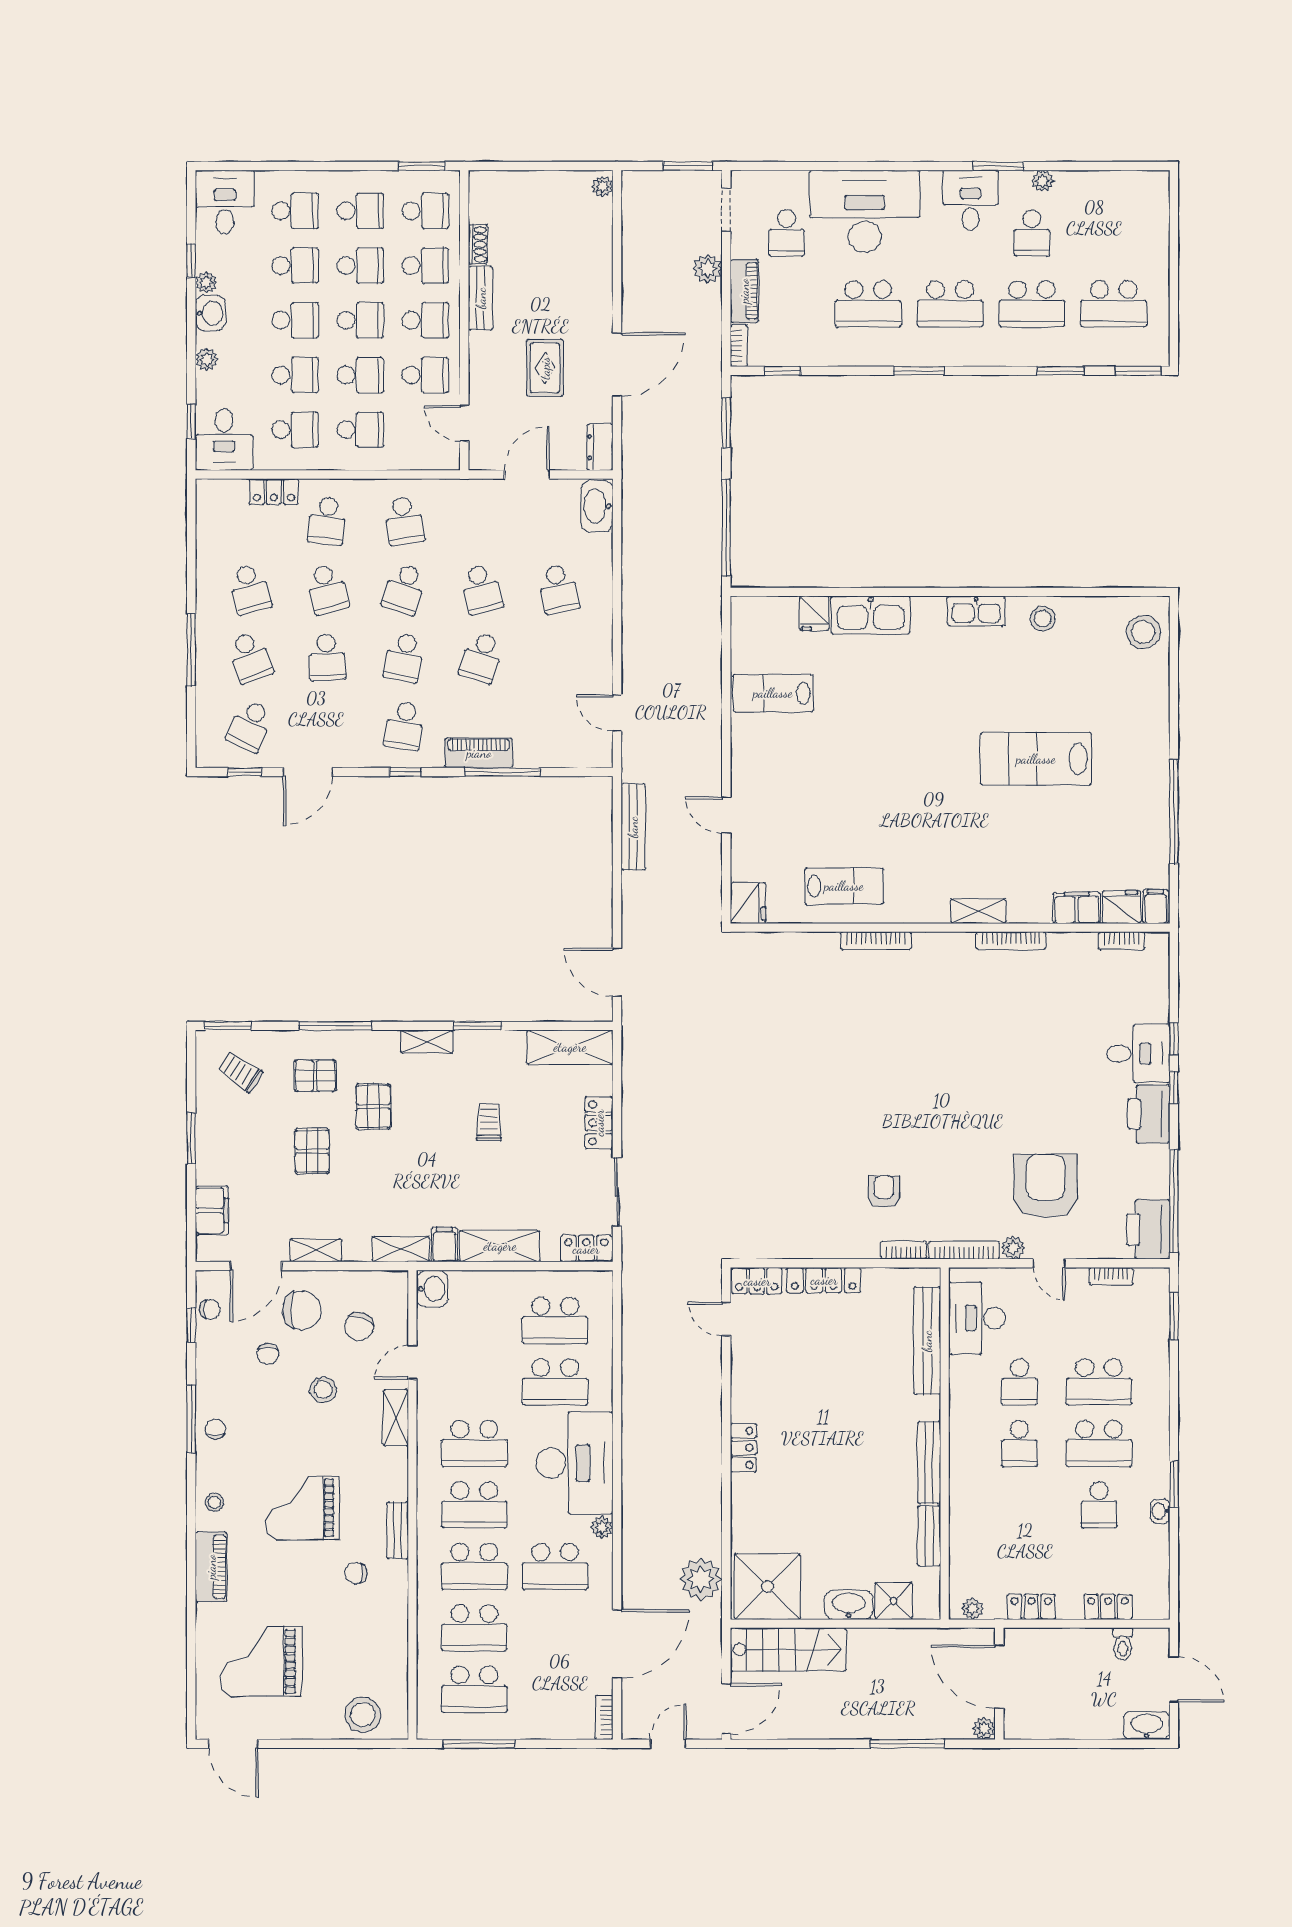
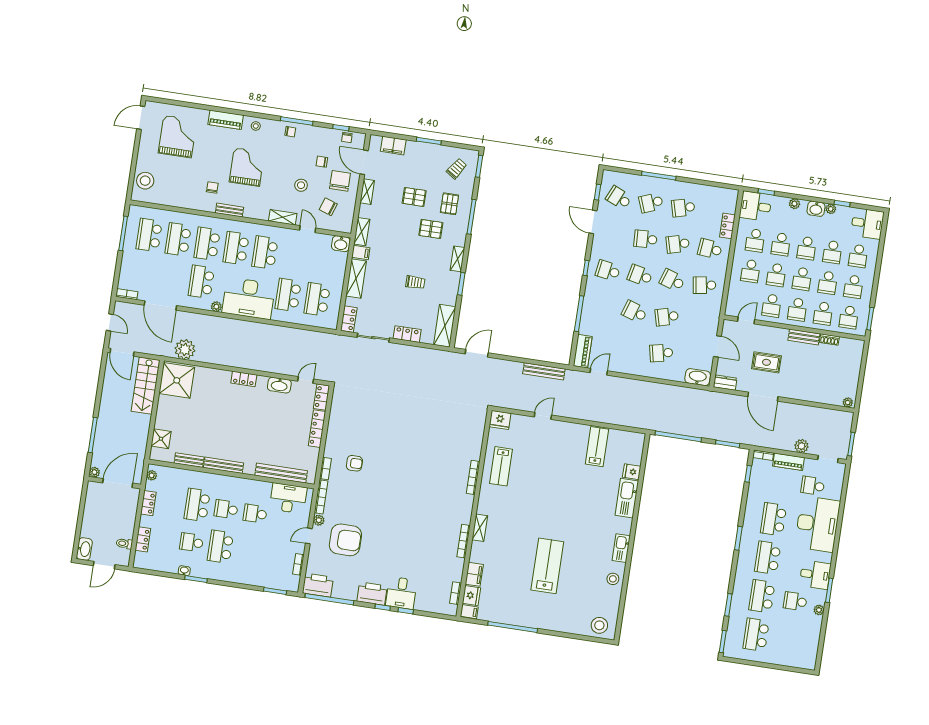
piano: (479, 753) -> (583, 351), moved
chair: (302, 1310) -> (340, 181), turned 180
school desk: (1099, 1382) -> (197, 505), moved
washbasin: (849, 1605) -> (279, 385), moved, turned 90

